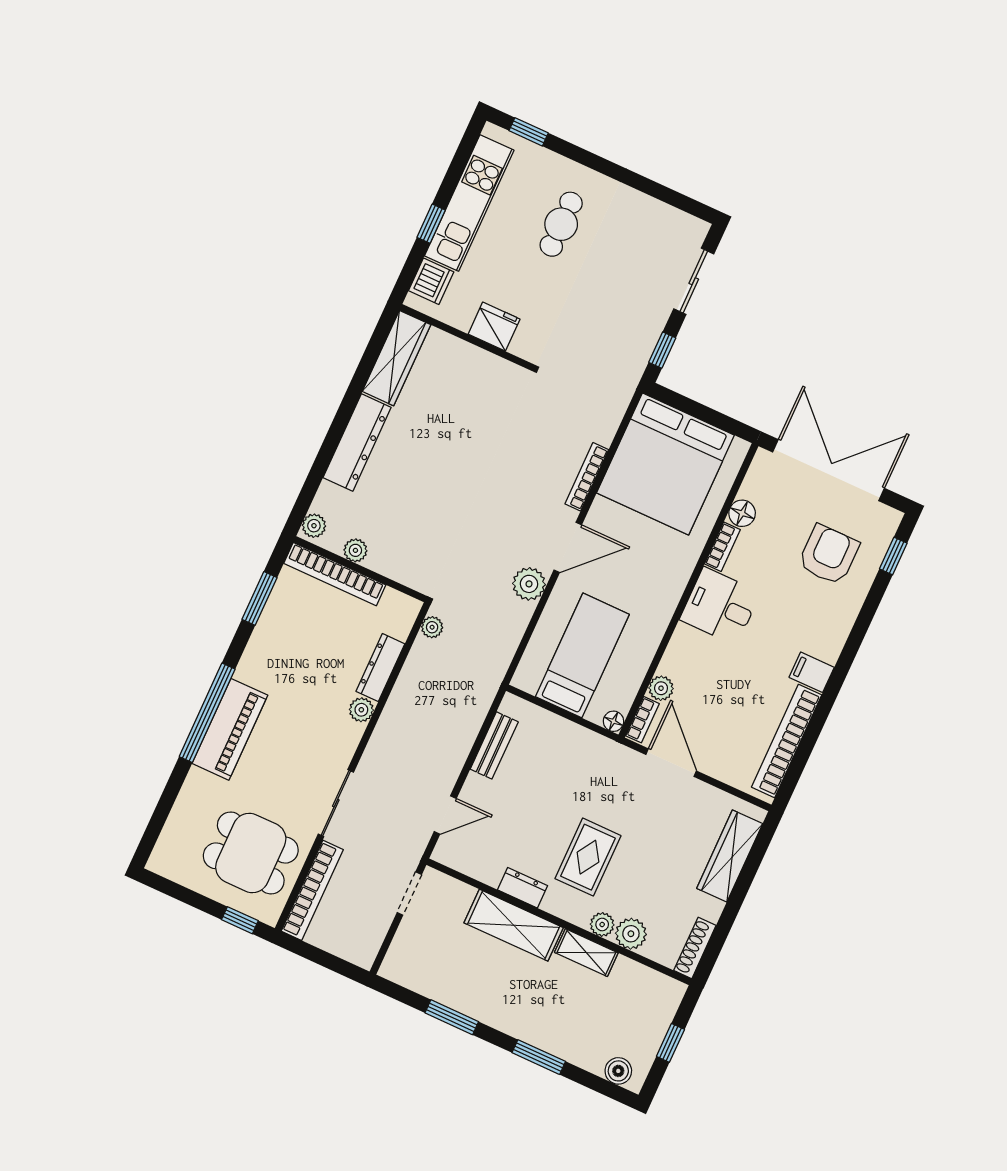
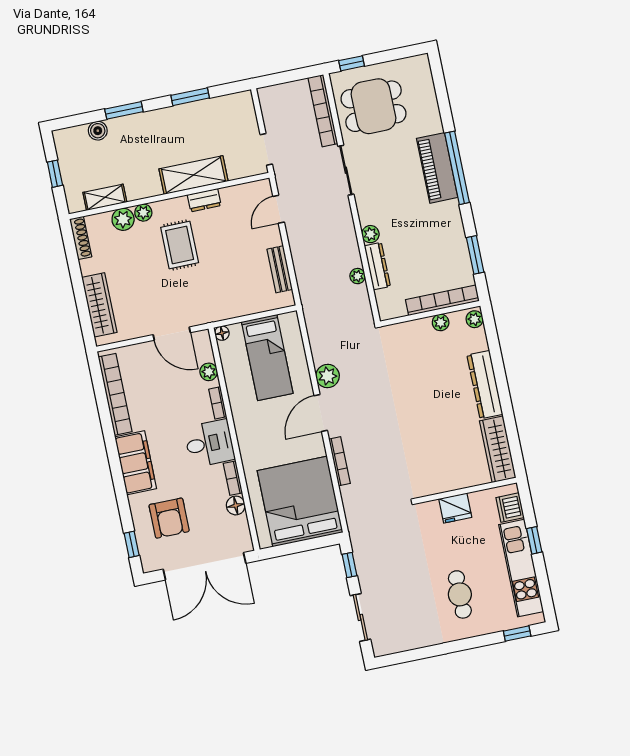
plant: (432, 627) -> (358, 276), moved
filing cabinet: (812, 672) -> (136, 463), width x3.00, depth x1.17
bookcase: (643, 720) -> (218, 403), moved
shelving: (586, 953) -> (105, 197), moved
boiler: (618, 1071) -> (98, 131), moved

